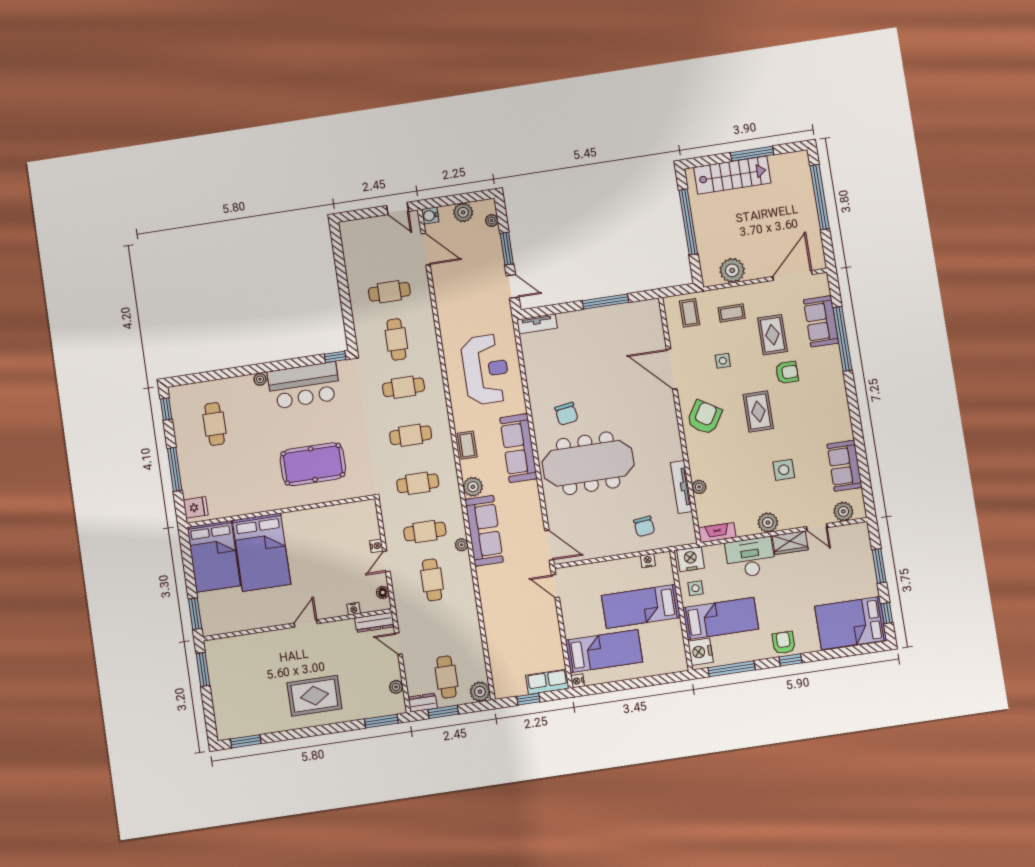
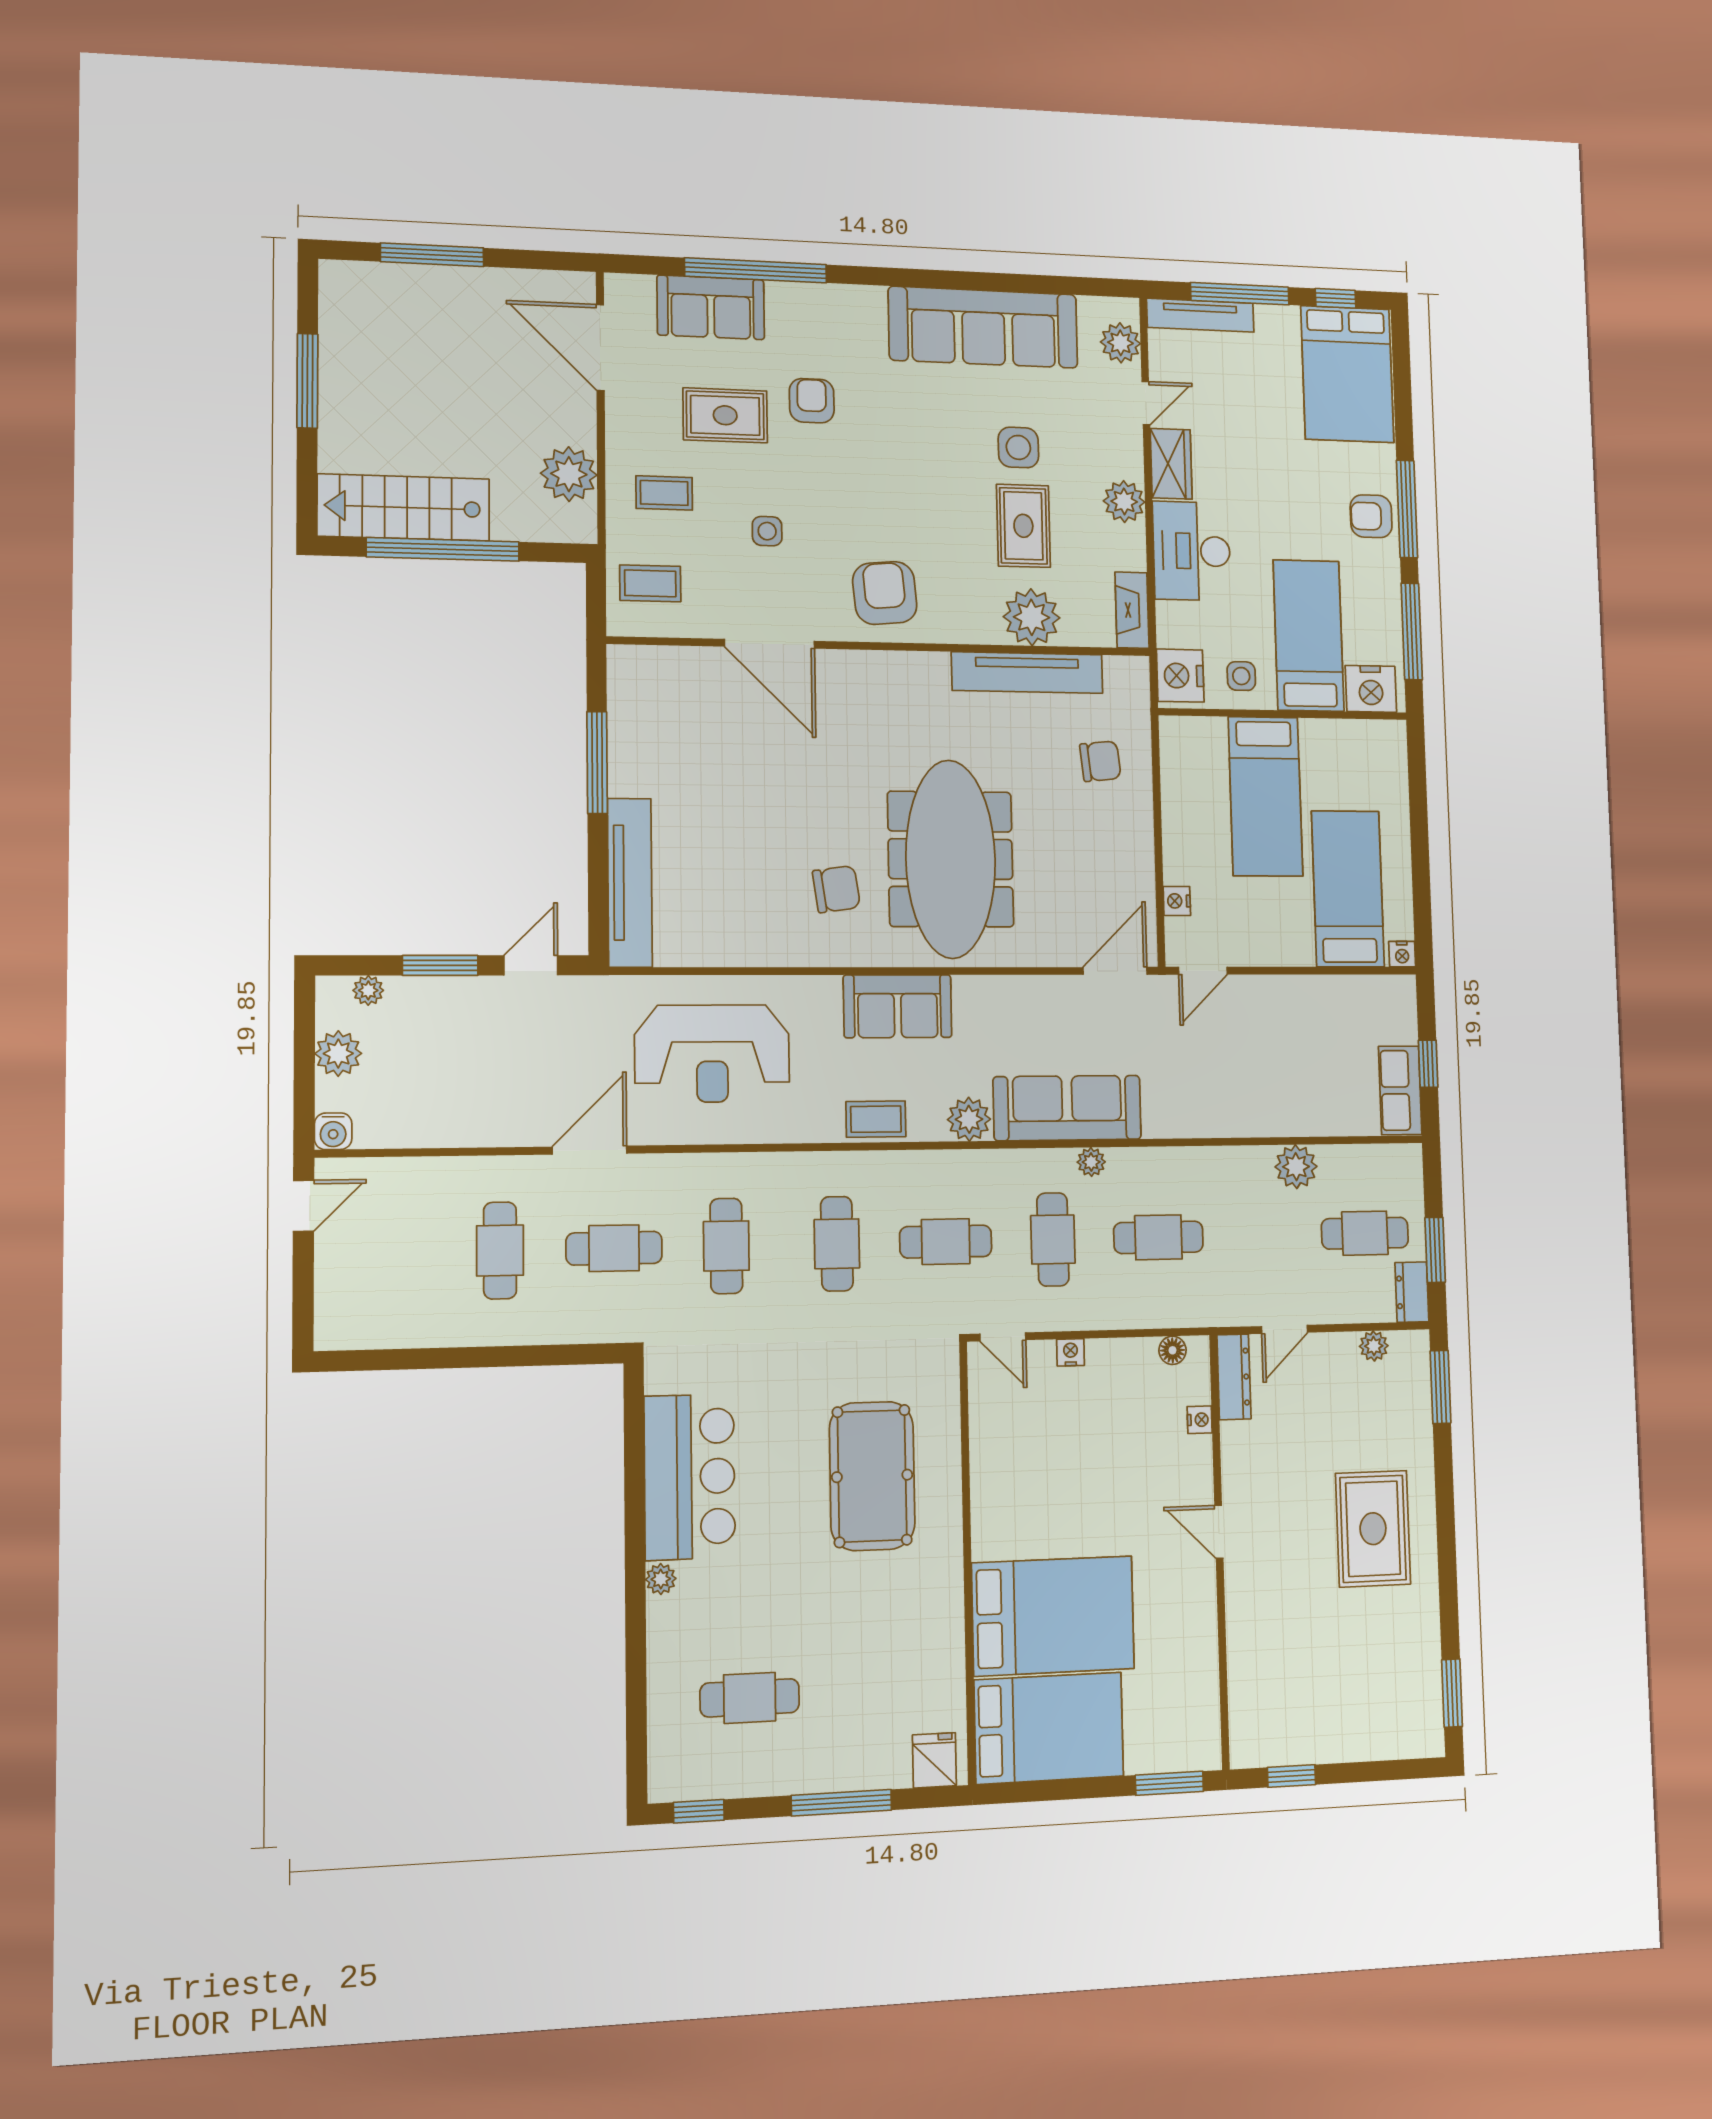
stairs: (732, 175) -> (404, 507), moved, turned -90
window: (820, 197) -> (432, 255), width x0.68
door: (426, 249) -> (590, 1150), moved
coffee table: (732, 313) -> (664, 493), turned 90
tv unit: (537, 324) -> (630, 883), width x1.92, depth x1.29
window: (335, 357) -> (634, 1396), removed
reception desk: (486, 369) -> (712, 1054), turned 180
door: (672, 369) -> (770, 644), hinge flipped
rug: (758, 411) -> (1023, 526), moved, turned 90
armchair: (704, 417) -> (885, 593), turned 53
sofa: (518, 448) -> (898, 1006), width x0.73
sofa: (844, 466) -> (983, 327), width x1.85, depth x1.27
cafe table: (418, 483) -> (946, 1242), turned 90
tv unit: (681, 487) -> (1027, 672), width x1.36, depth x1.29
plant: (699, 487) -> (1032, 617), width x1.87, depth x1.87
tv unit: (865, 548) -> (1200, 315), added
door: (386, 561) -> (1003, 1337), moved
nightstand: (648, 561) -> (1177, 901), moved
window: (879, 566) -> (1240, 294), width x1.44
window: (791, 660) -> (1407, 509), width x2.17
window: (203, 669) -> (1291, 1776), width x0.67
row of seats: (547, 682) -> (1400, 1090), moved
plant: (480, 692) -> (1296, 1167), moved

